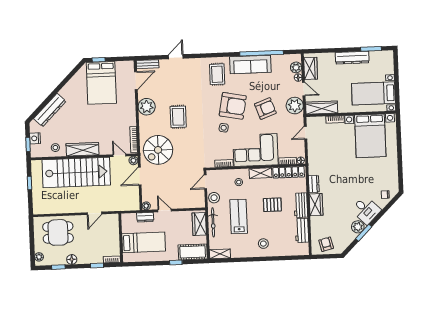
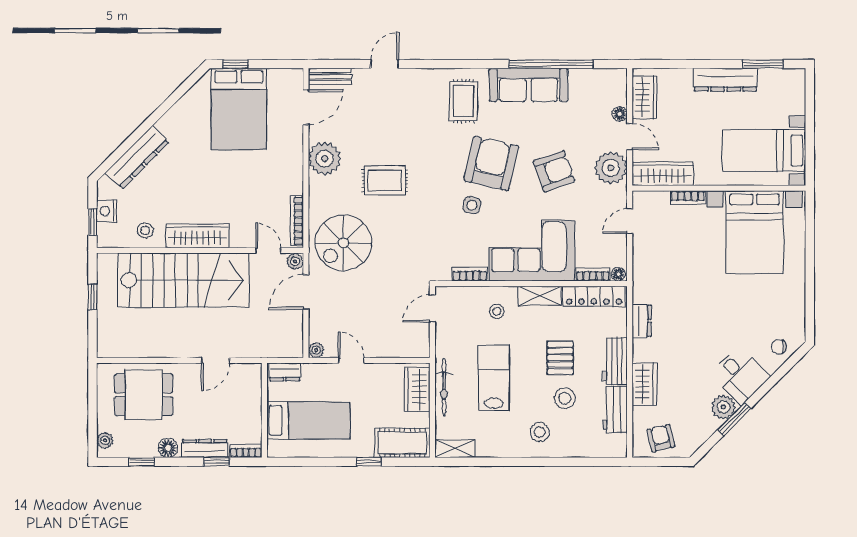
plant: (296, 67) -> (616, 94), removed
armchair: (233, 106) -> (491, 163), turned -88
rug: (178, 117) -> (385, 180), turned 90
stool: (214, 198) -> (565, 398), moved
pallet: (272, 205) -> (560, 358), turned 90
wardrobe: (316, 205) -> (644, 384), moved
dresser: (145, 217) -> (285, 372), moved
dresser: (91, 259) -> (205, 449), added

